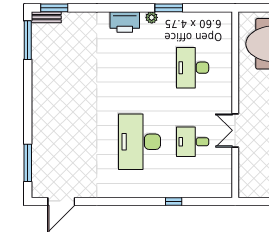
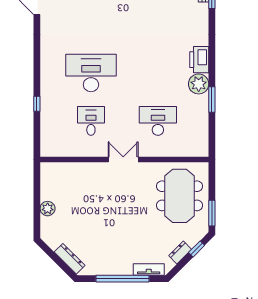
plant: (152, 17) -> (199, 84), width x1.88, depth x1.88
double door: (235, 130) -> (123, 159), moved

